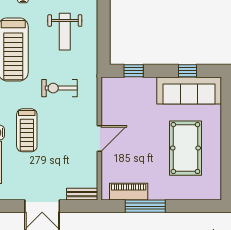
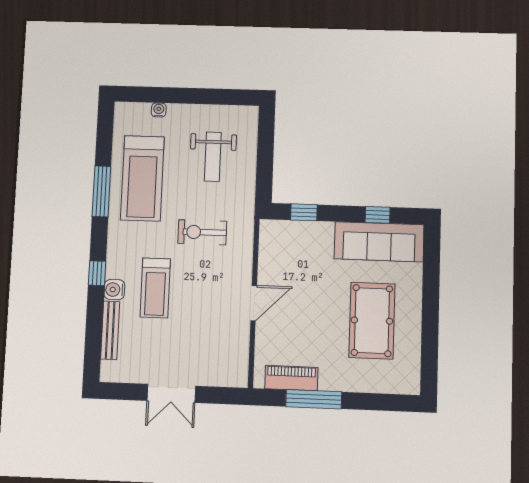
bench: (82, 194) -> (227, 379), removed

